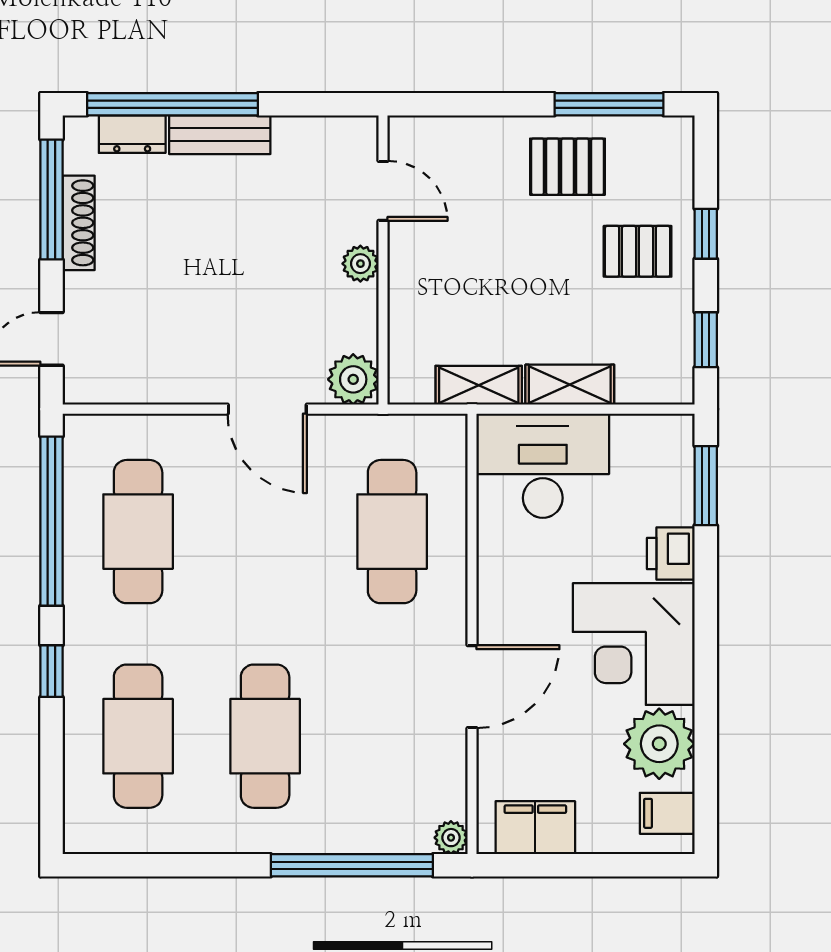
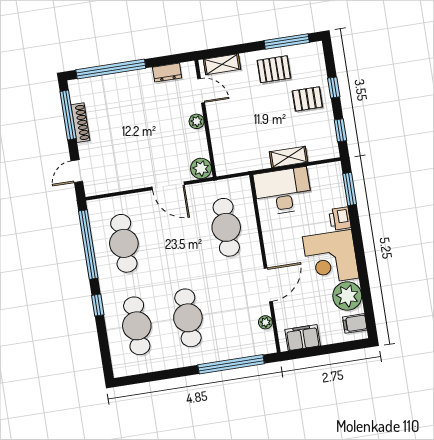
dresser: (132, 134) -> (167, 73), moved
bench: (220, 135) -> (132, 78), removed
shelving: (479, 385) -> (222, 64), moved
plant: (451, 838) -> (265, 322), moved

